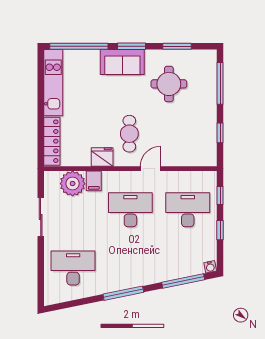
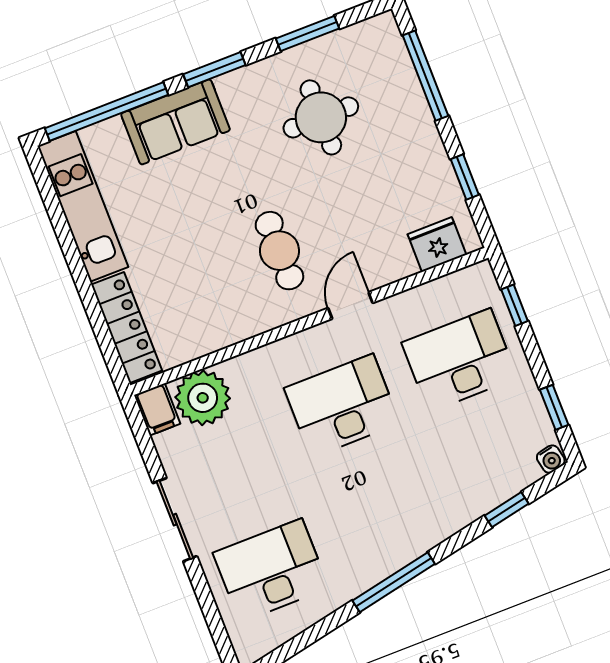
sofa: (122, 62) -> (176, 122), moved
fridge: (102, 157) -> (437, 244), moved
filing cabinet: (94, 181) -> (157, 409), moved
sliding door: (41, 217) -> (175, 520), moved
window: (220, 230) -> (554, 407), moved
window: (183, 281) -> (507, 510), width x0.46

